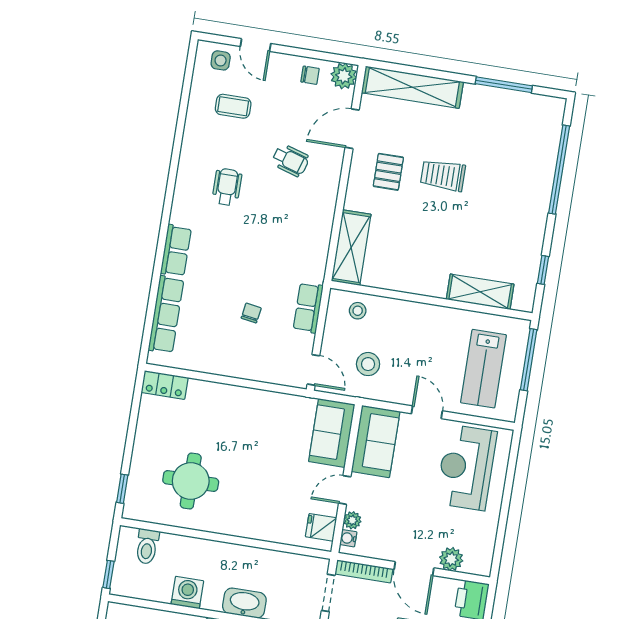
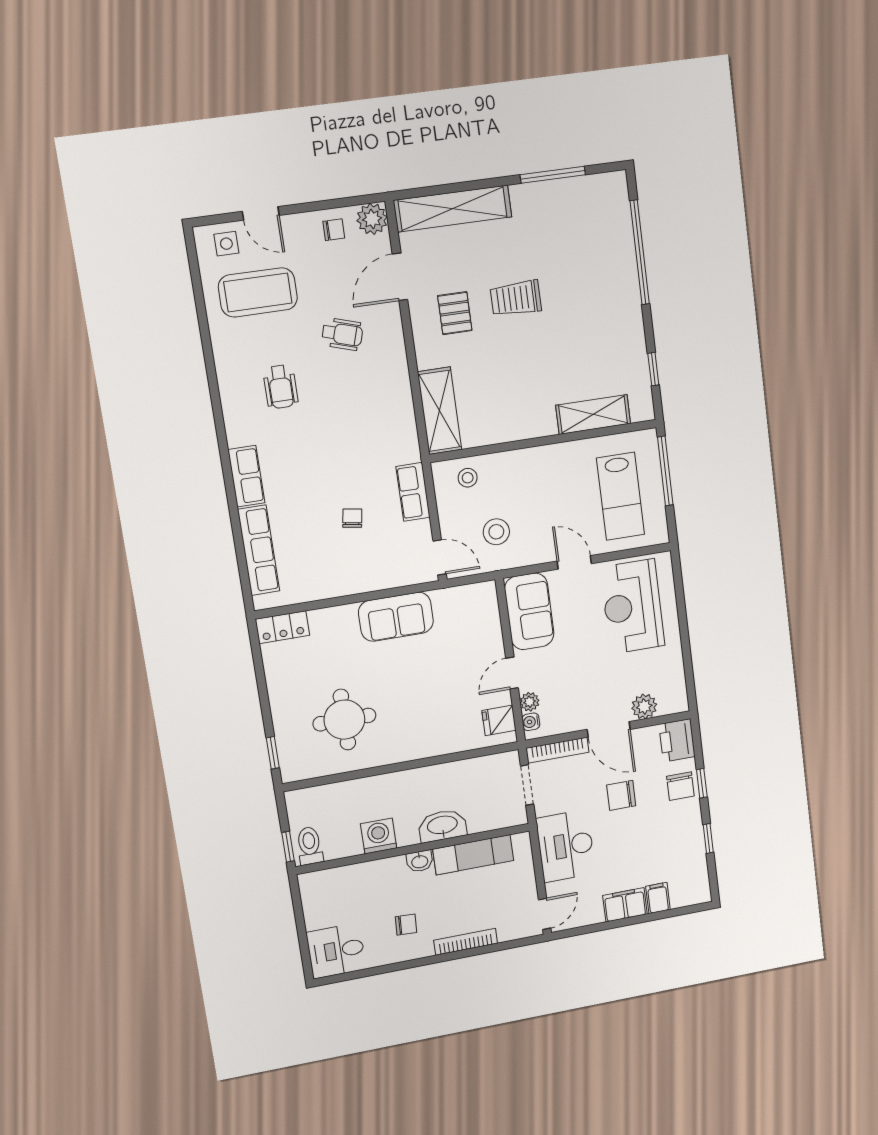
coffee table: (233, 106) -> (258, 292), width x1.86, depth x1.72
wheelchair: (227, 187) -> (281, 387), turned 180
sofa: (332, 433) -> (396, 617), moved, turned -90
toilet: (147, 547) -> (310, 846), moved, turned 180

